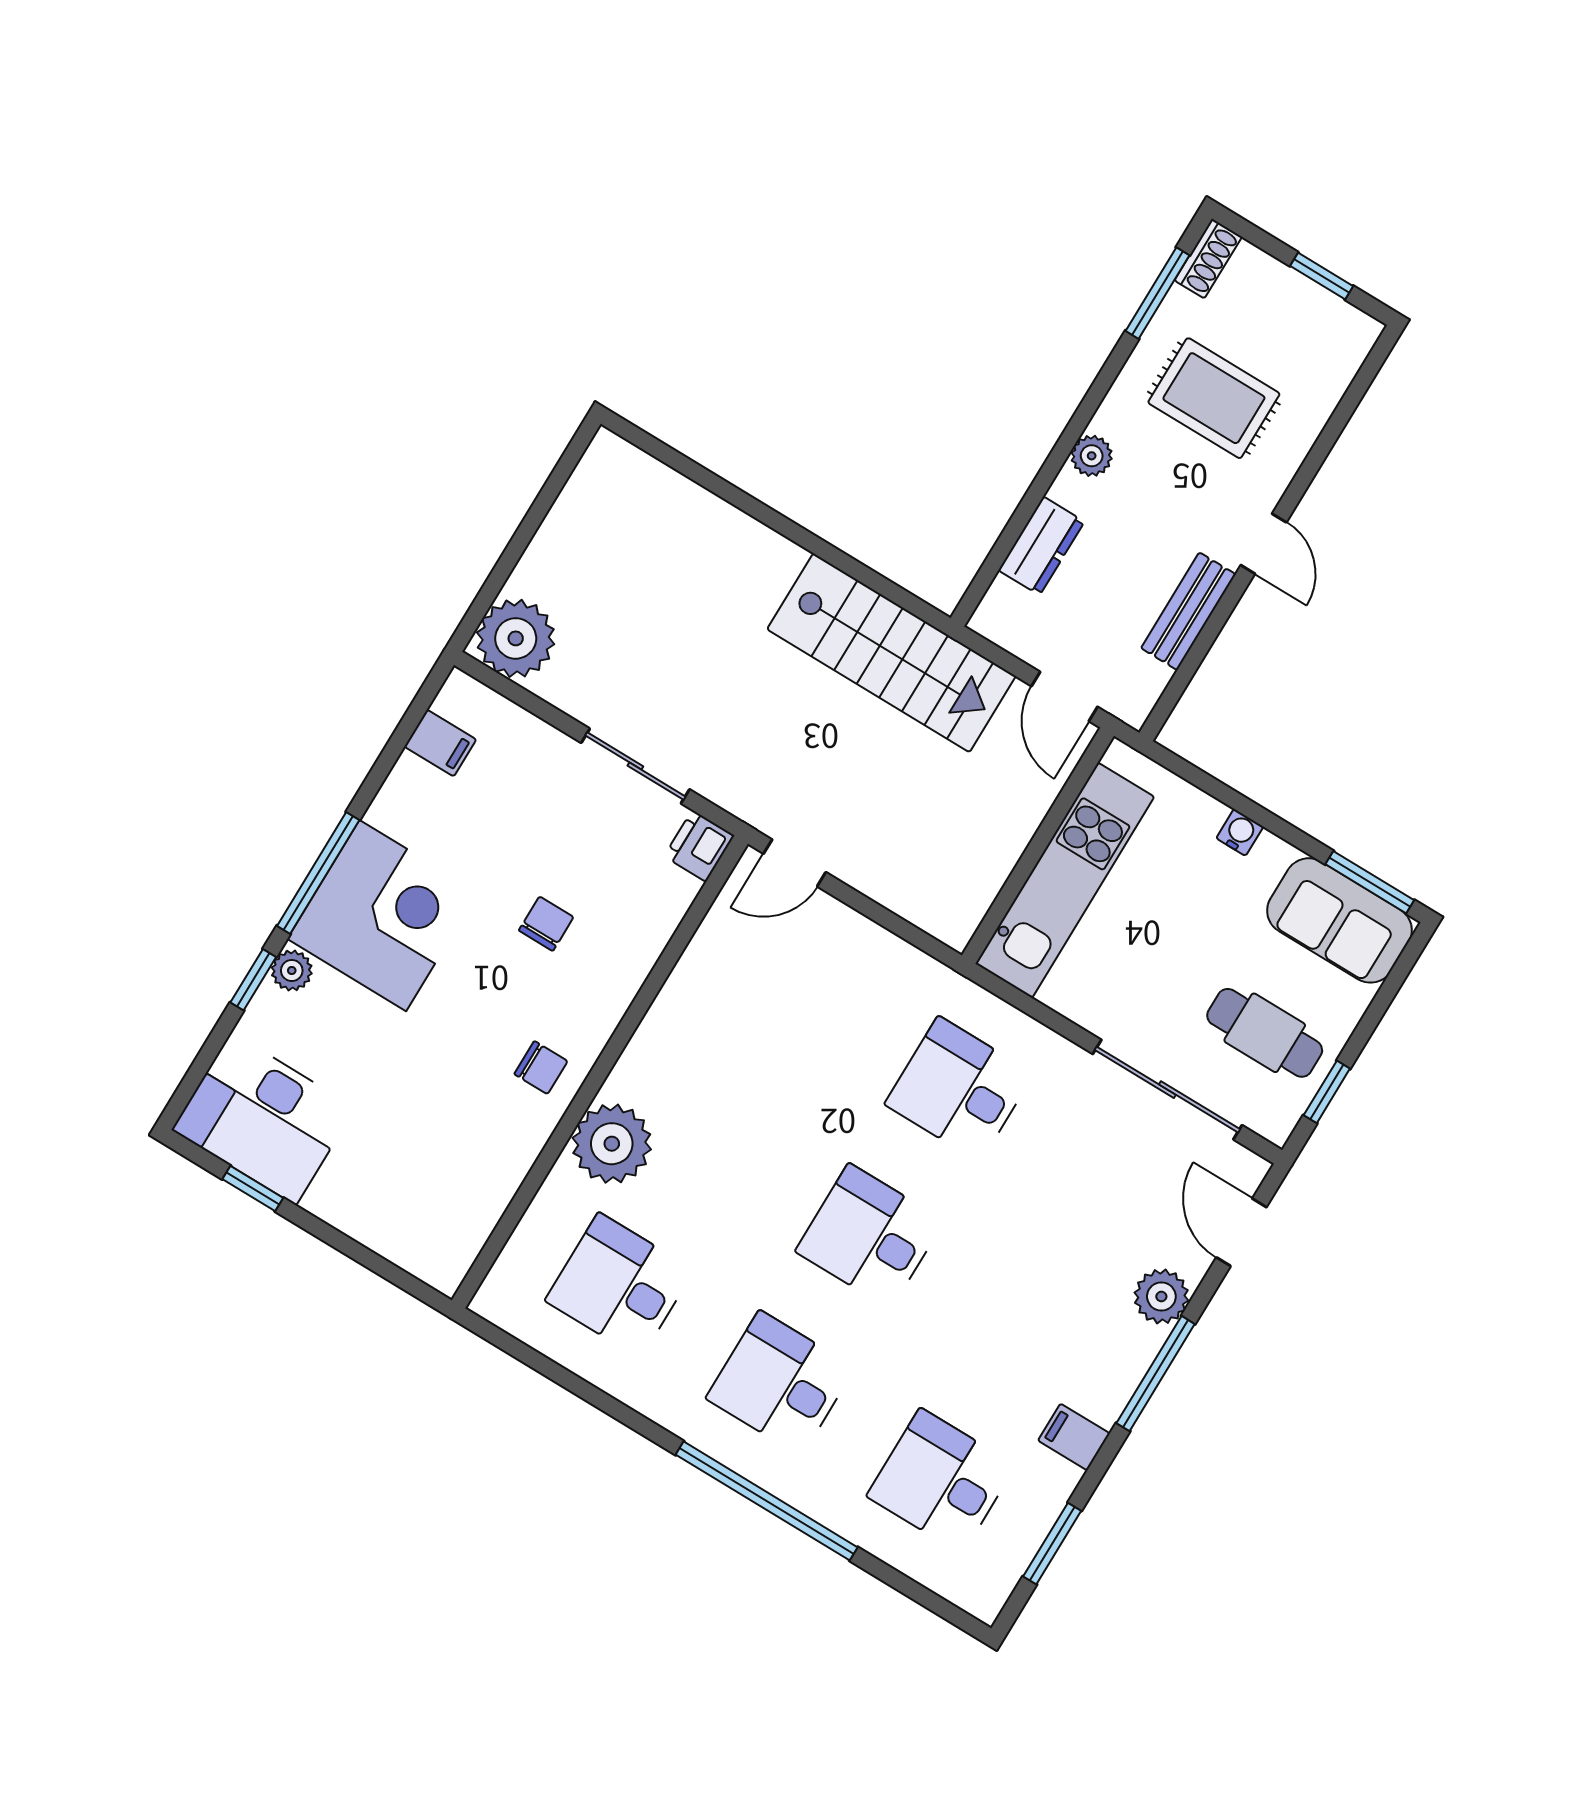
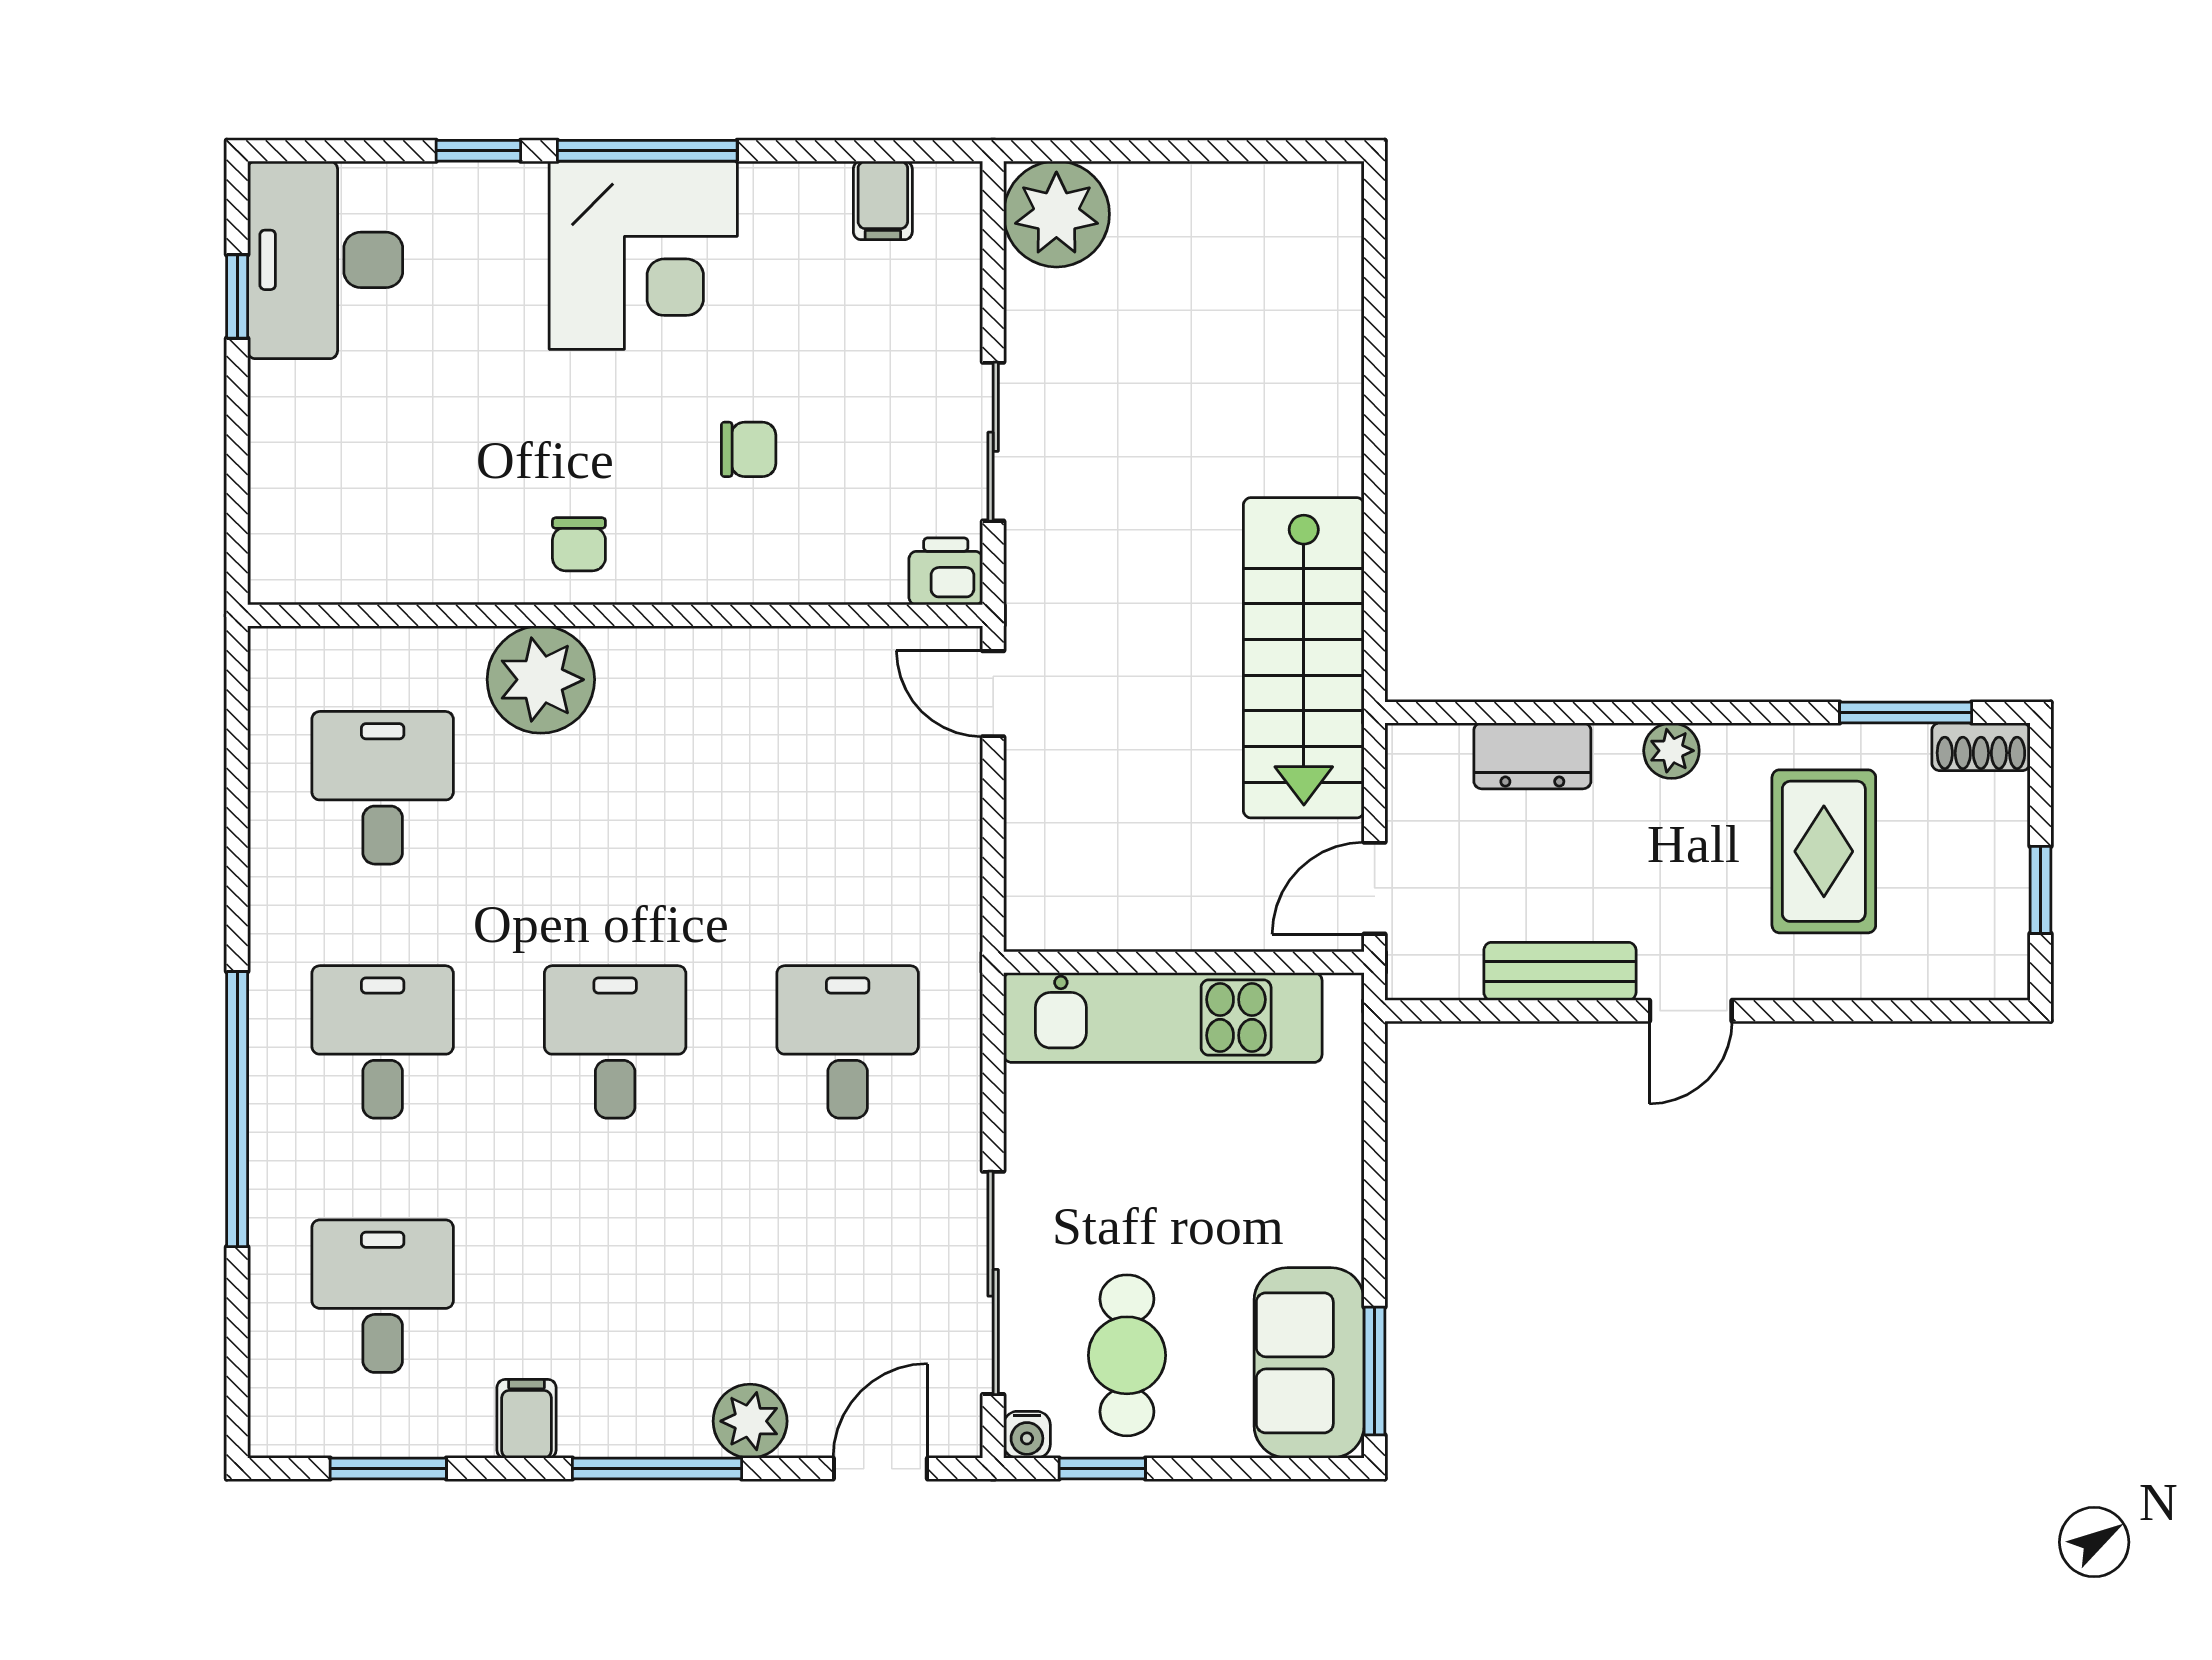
water cooler: (1240, 832) -> (1027, 1435), moved, turned 90
plant: (292, 971) -> (516, 189), removed

